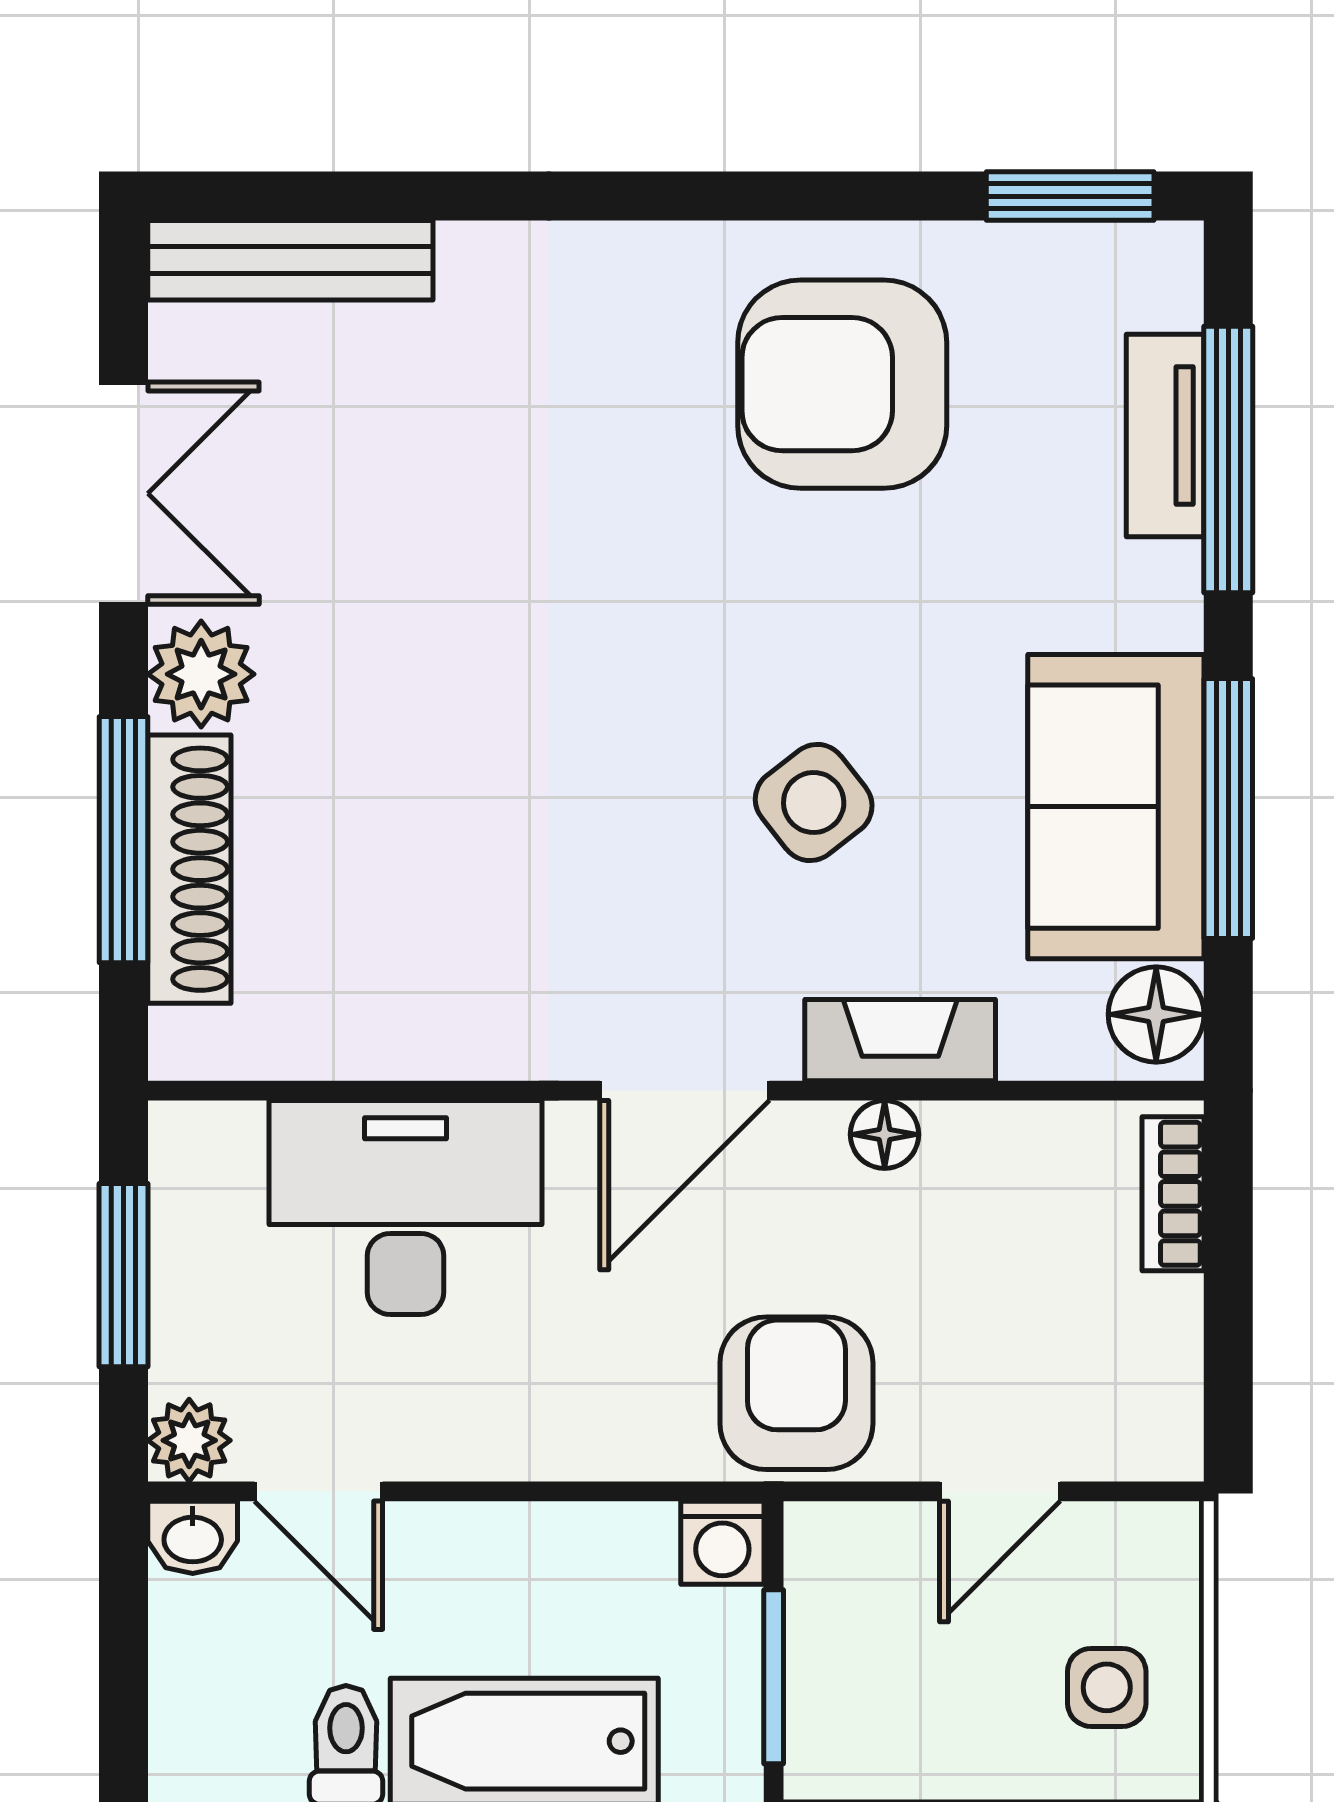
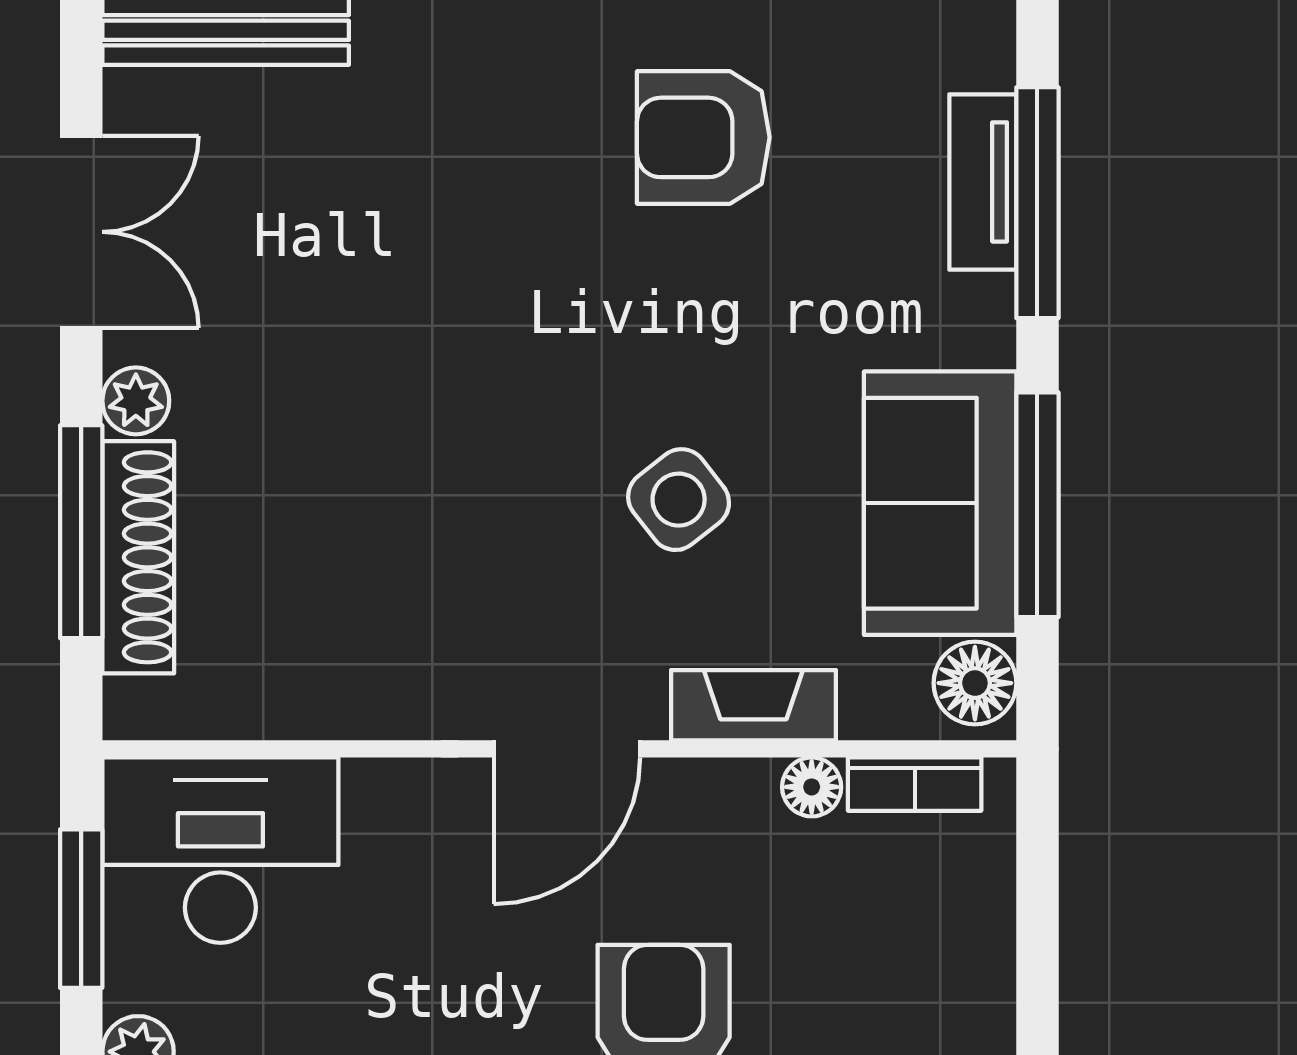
armchair: (842, 384) -> (703, 137), width x0.73, depth x0.73
plant: (201, 674) -> (136, 401), width x0.73, depth x0.73
floor lamp: (885, 1134) -> (812, 787), moved
bookcase: (1173, 1194) -> (915, 784), moved, turned -90
desk: (406, 1208) -> (220, 850), moved

